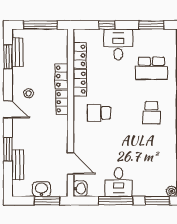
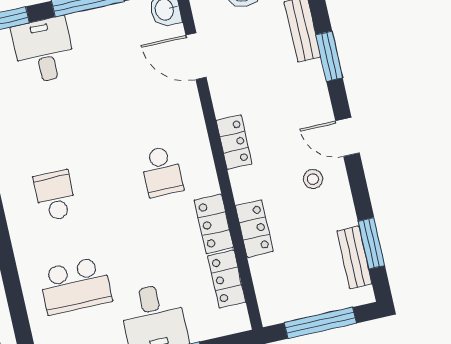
school desk: (151, 68) -> (75, 286), turned 180
locker: (62, 102) -> (234, 142), moved
school desk: (99, 113) -> (162, 171), turned 90
desk: (119, 182) -> (44, 50), moved

